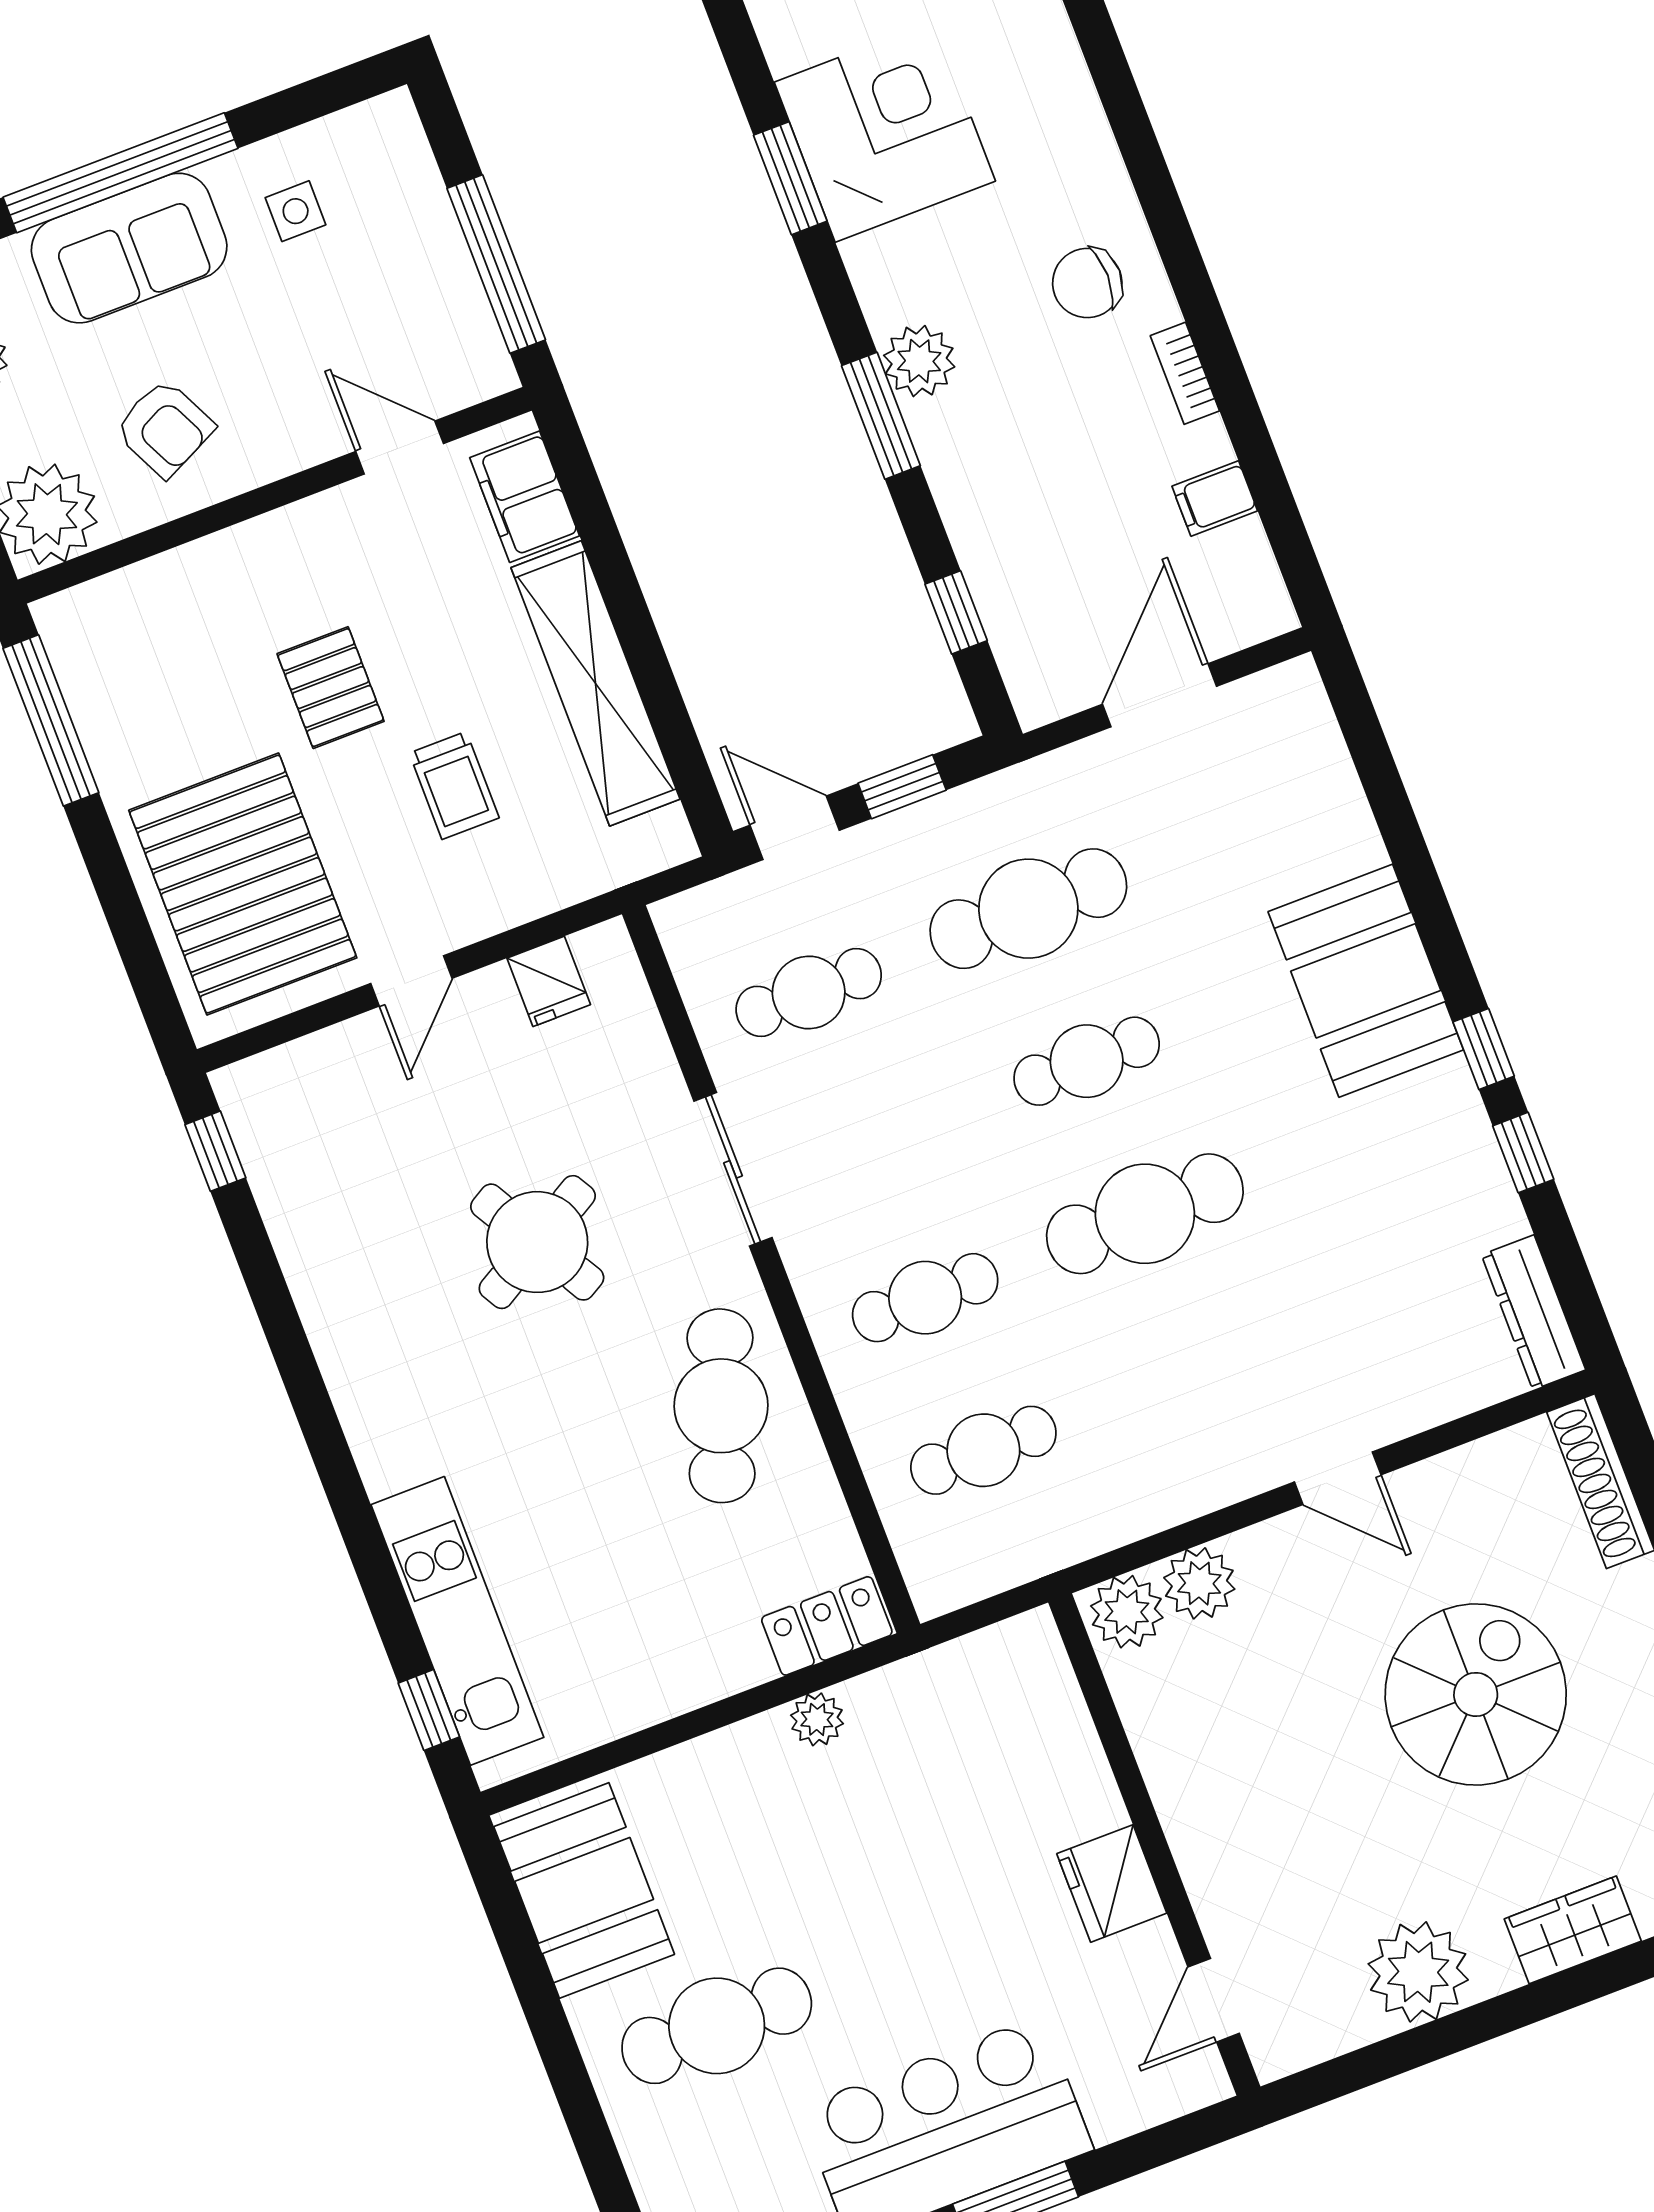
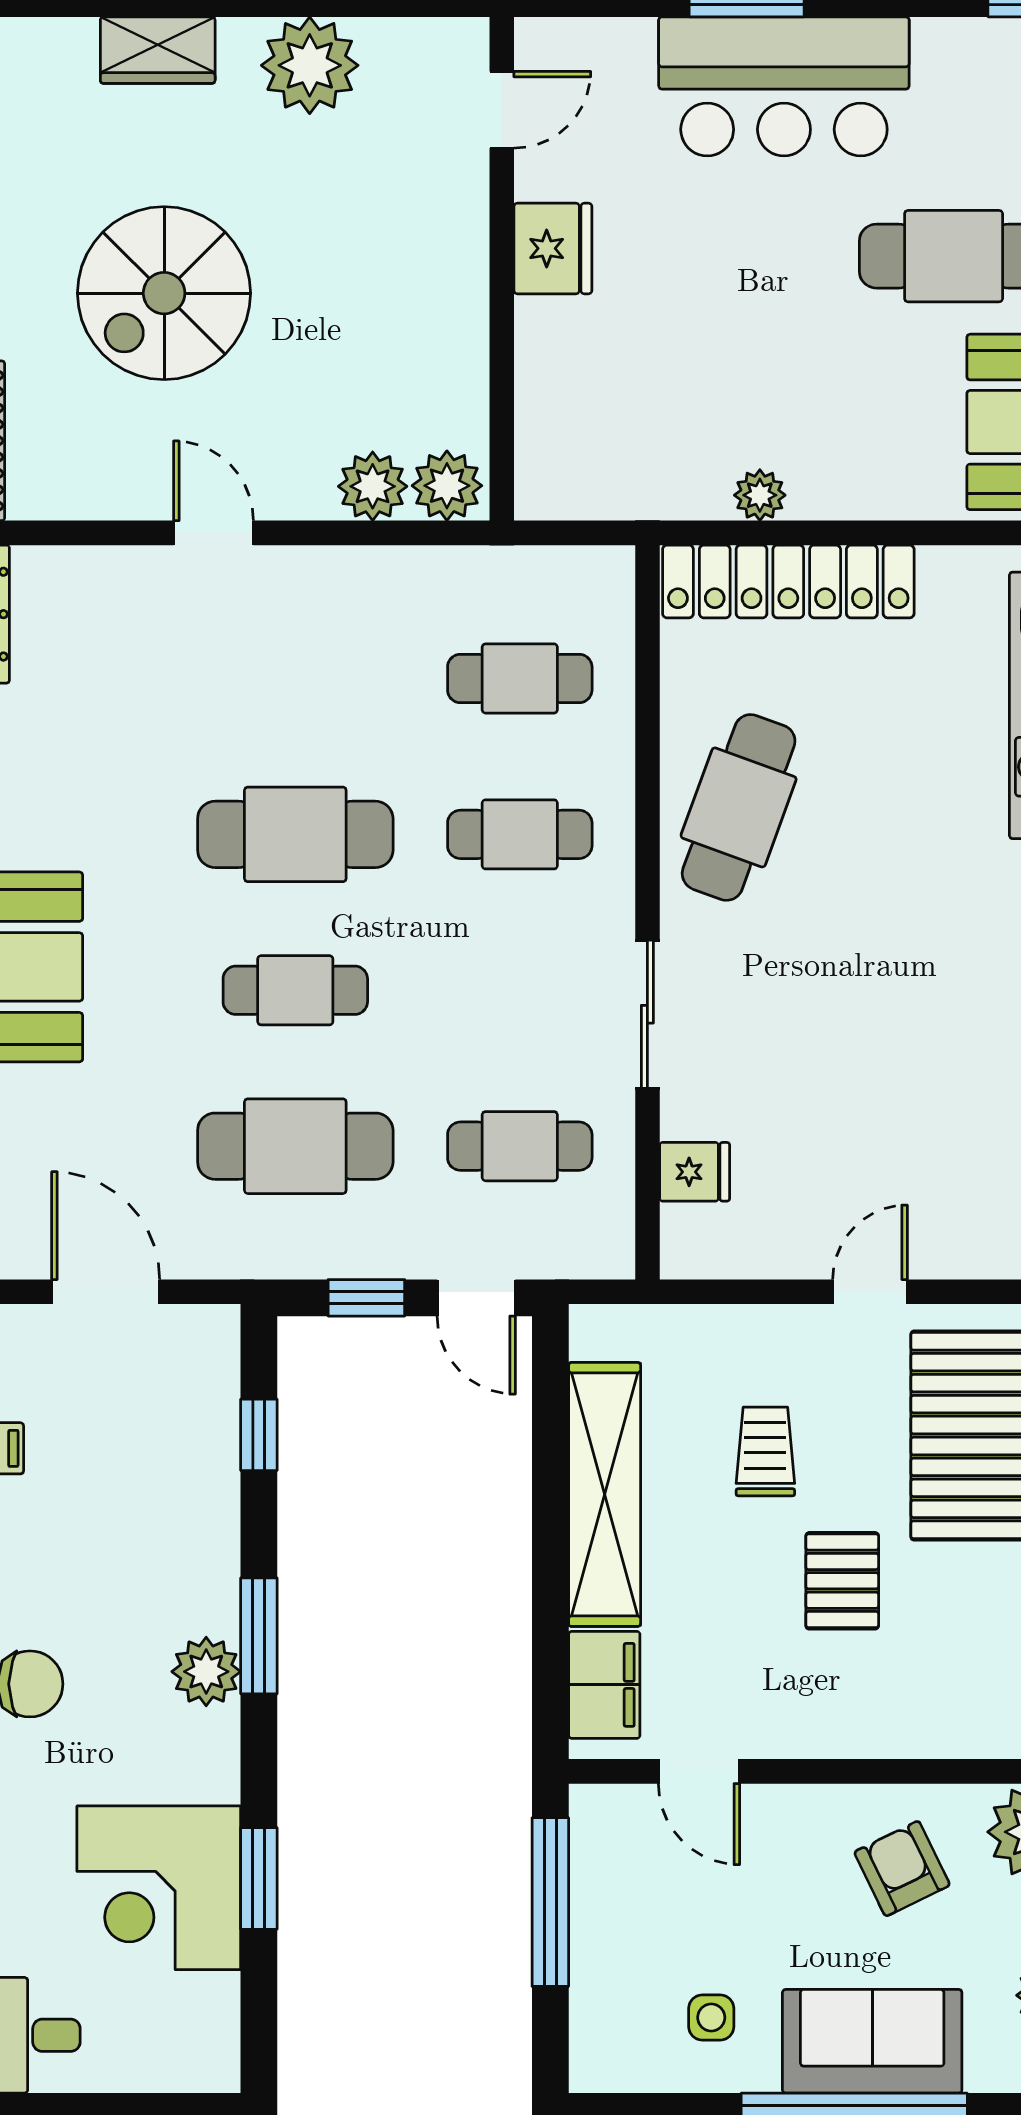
door: (1160, 695) -> (106, 1292), swing flipped
fridge: (549, 981) -> (695, 1172), moved, turned 90
round table: (537, 1242) -> (847, 1016), removed
locker: (827, 1626) -> (788, 581), width x2.16, depth x1.21

